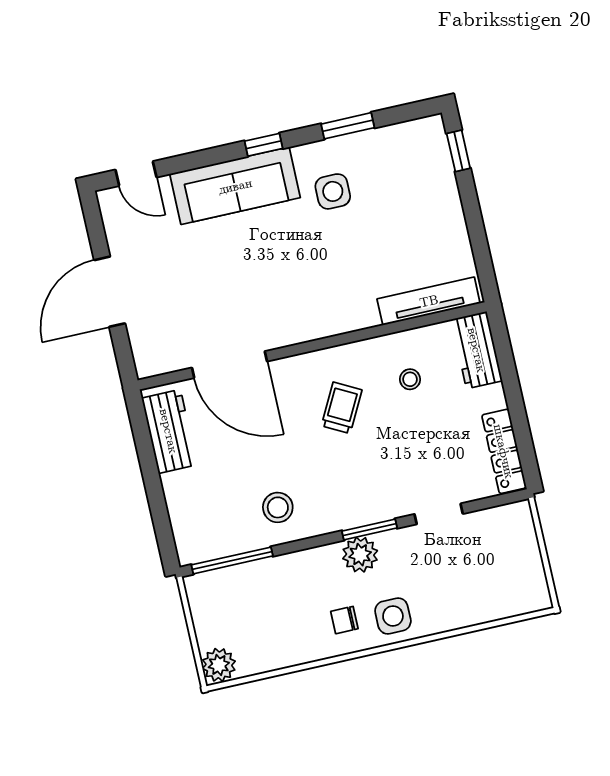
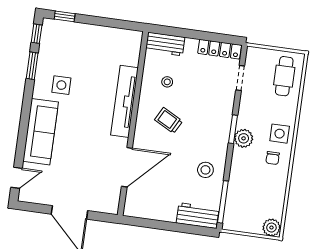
window: (264, 145) -> (37, 34), moved
tv unit: (429, 301) -> (124, 101), moved, width x1.36, depth x1.29
workbench: (169, 431) -> (198, 216), moved
doorway: (439, 514) -> (240, 78), moved
cafe table: (499, 586) -> (284, 76), added

